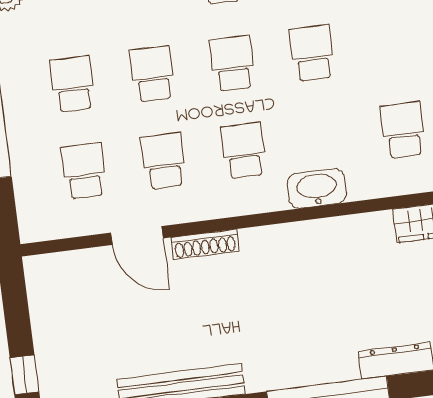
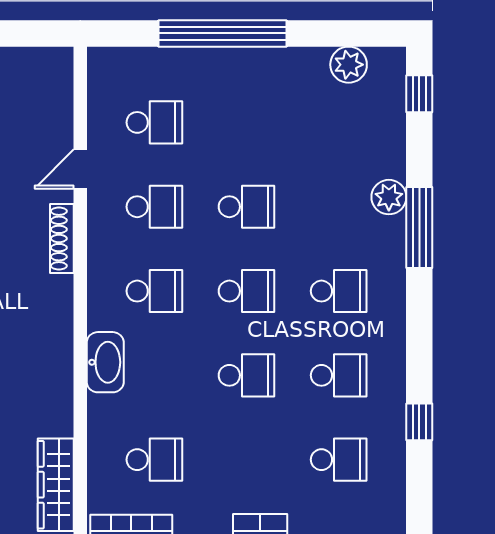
school desk: (73, 84) -> (246, 122), removed
door: (137, 236) -> (80, 169), width x0.73

